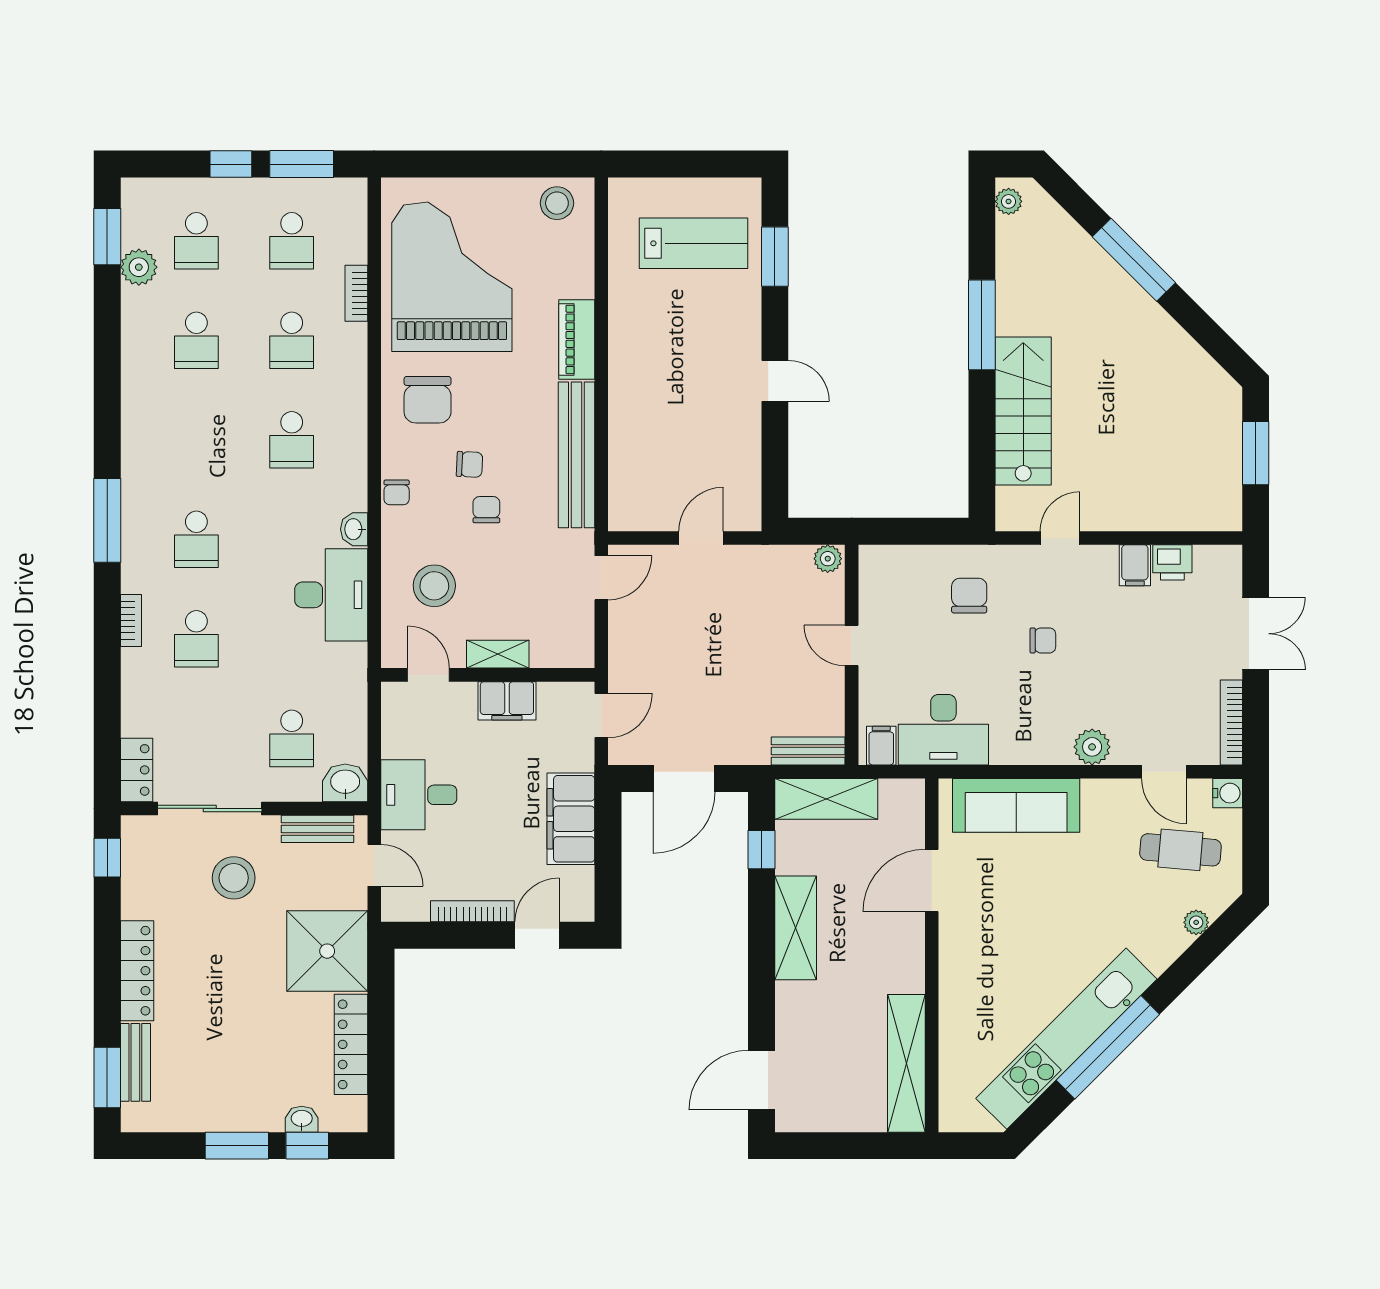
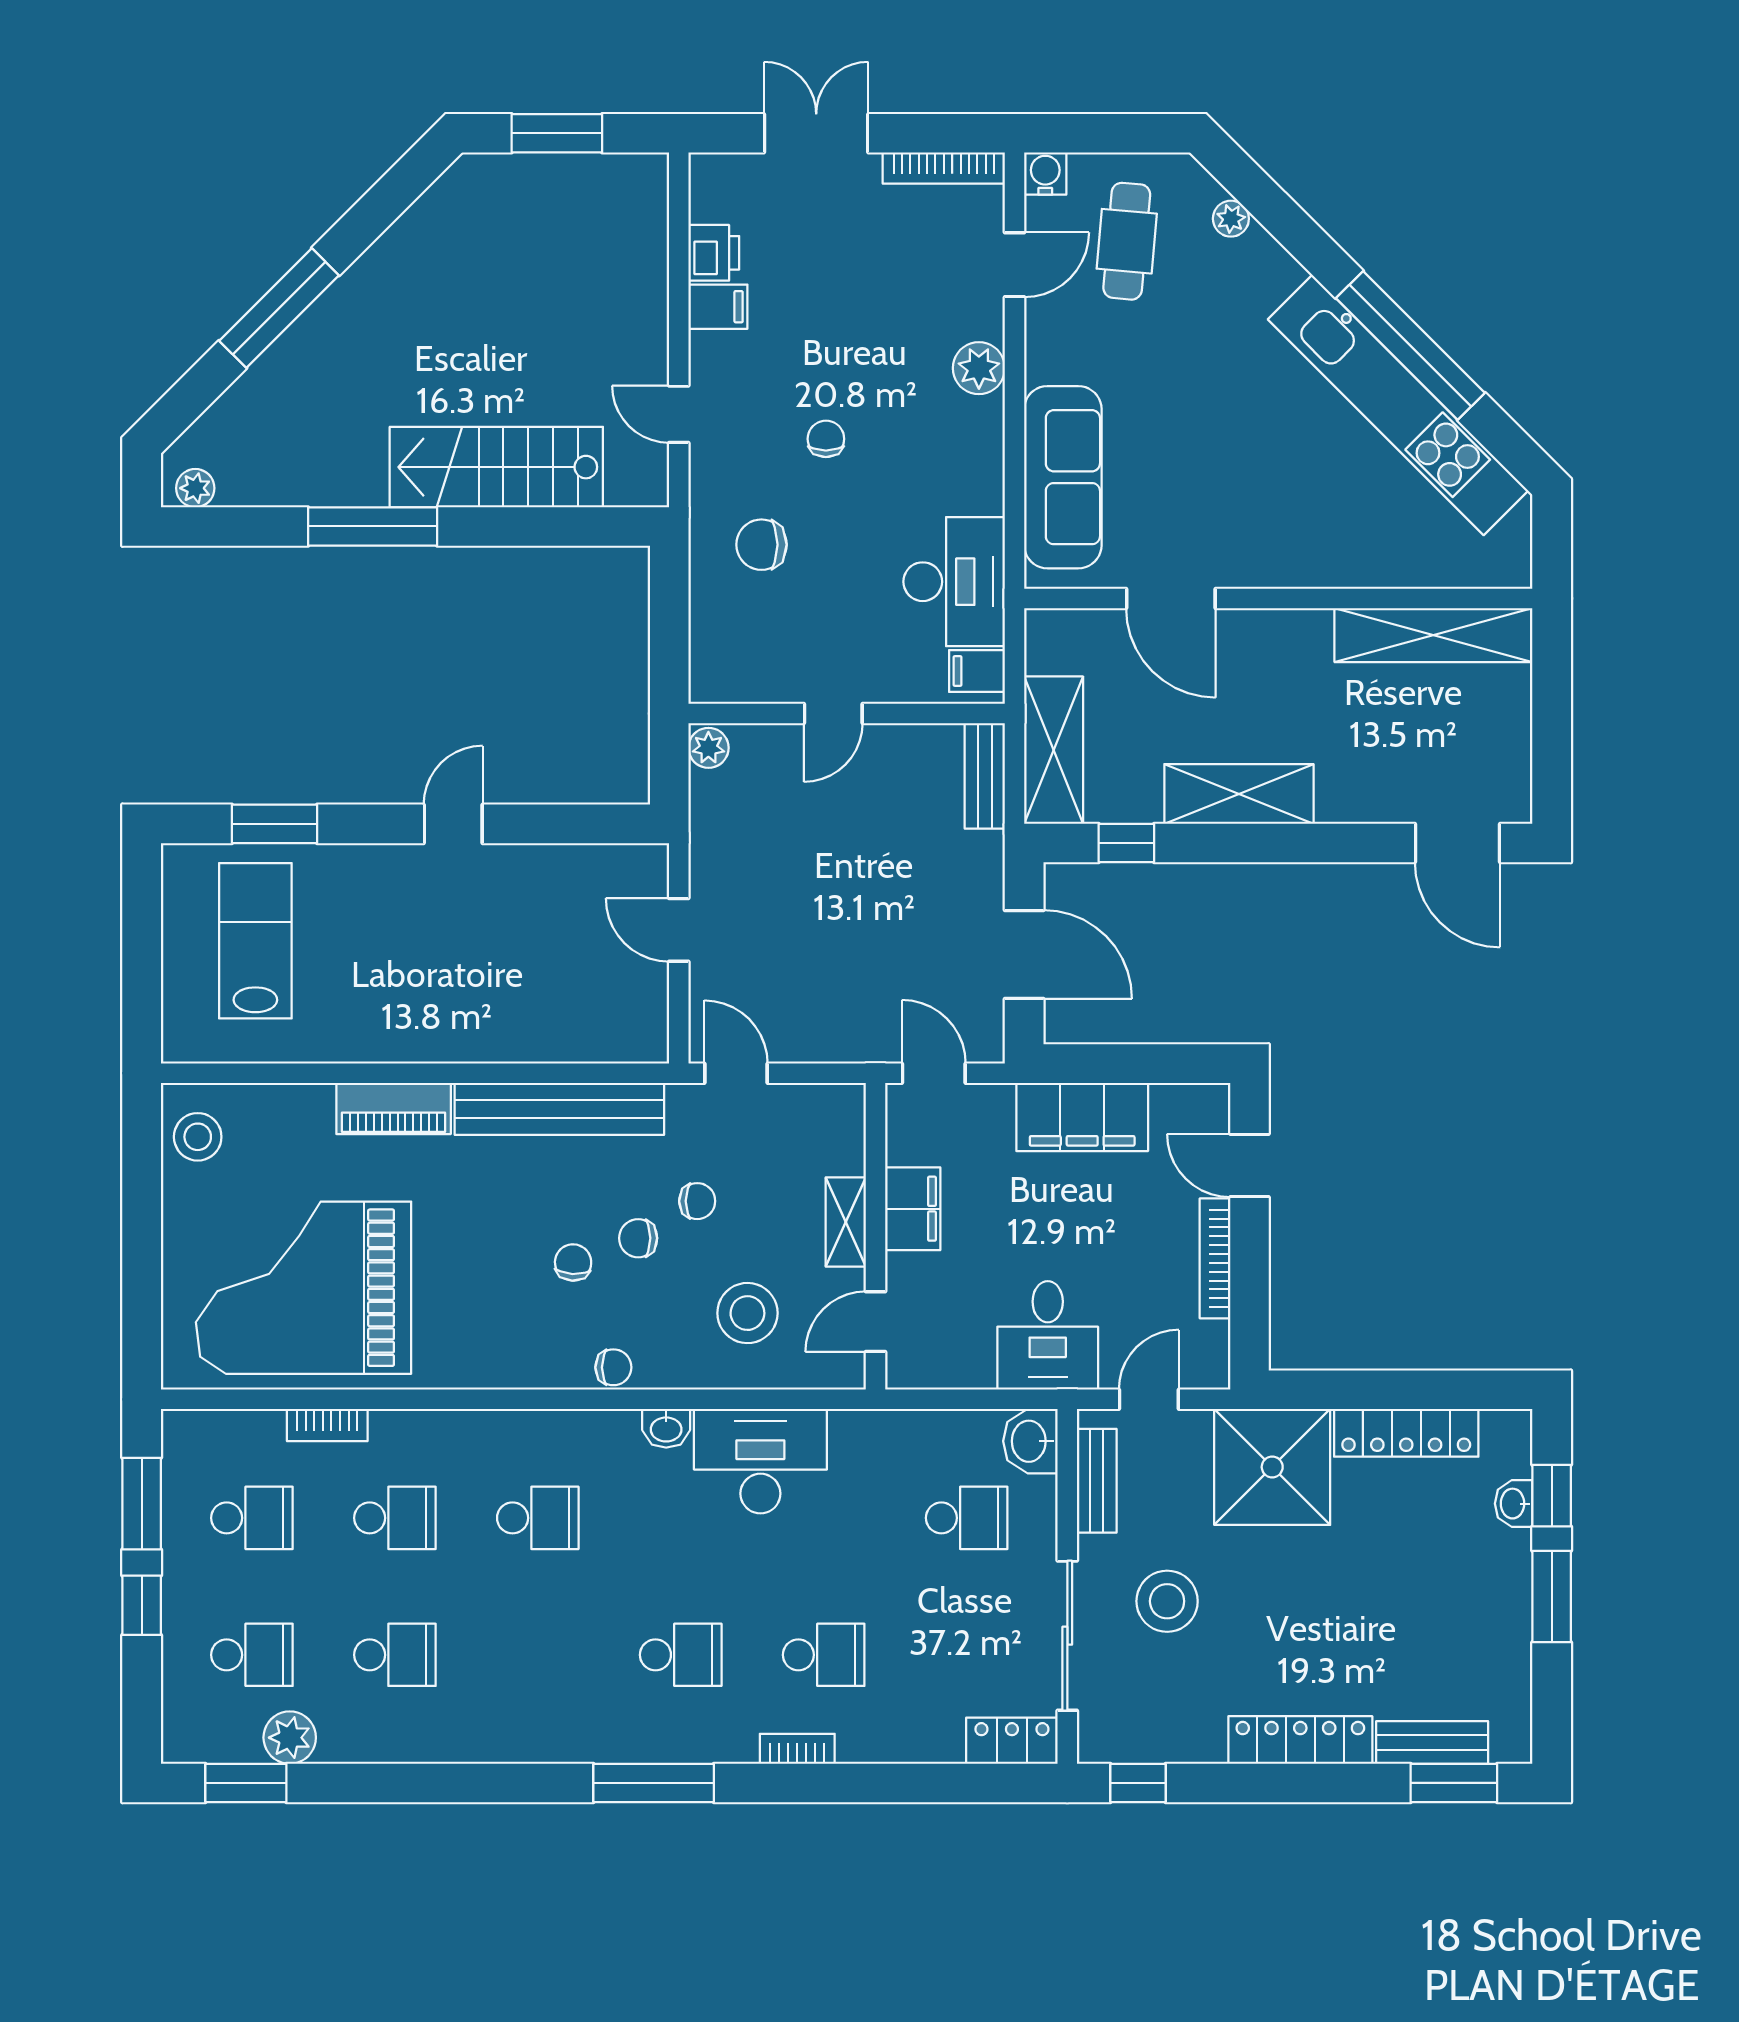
chair: (428, 400) -> (697, 1201), moved, width x0.54, depth x0.54

